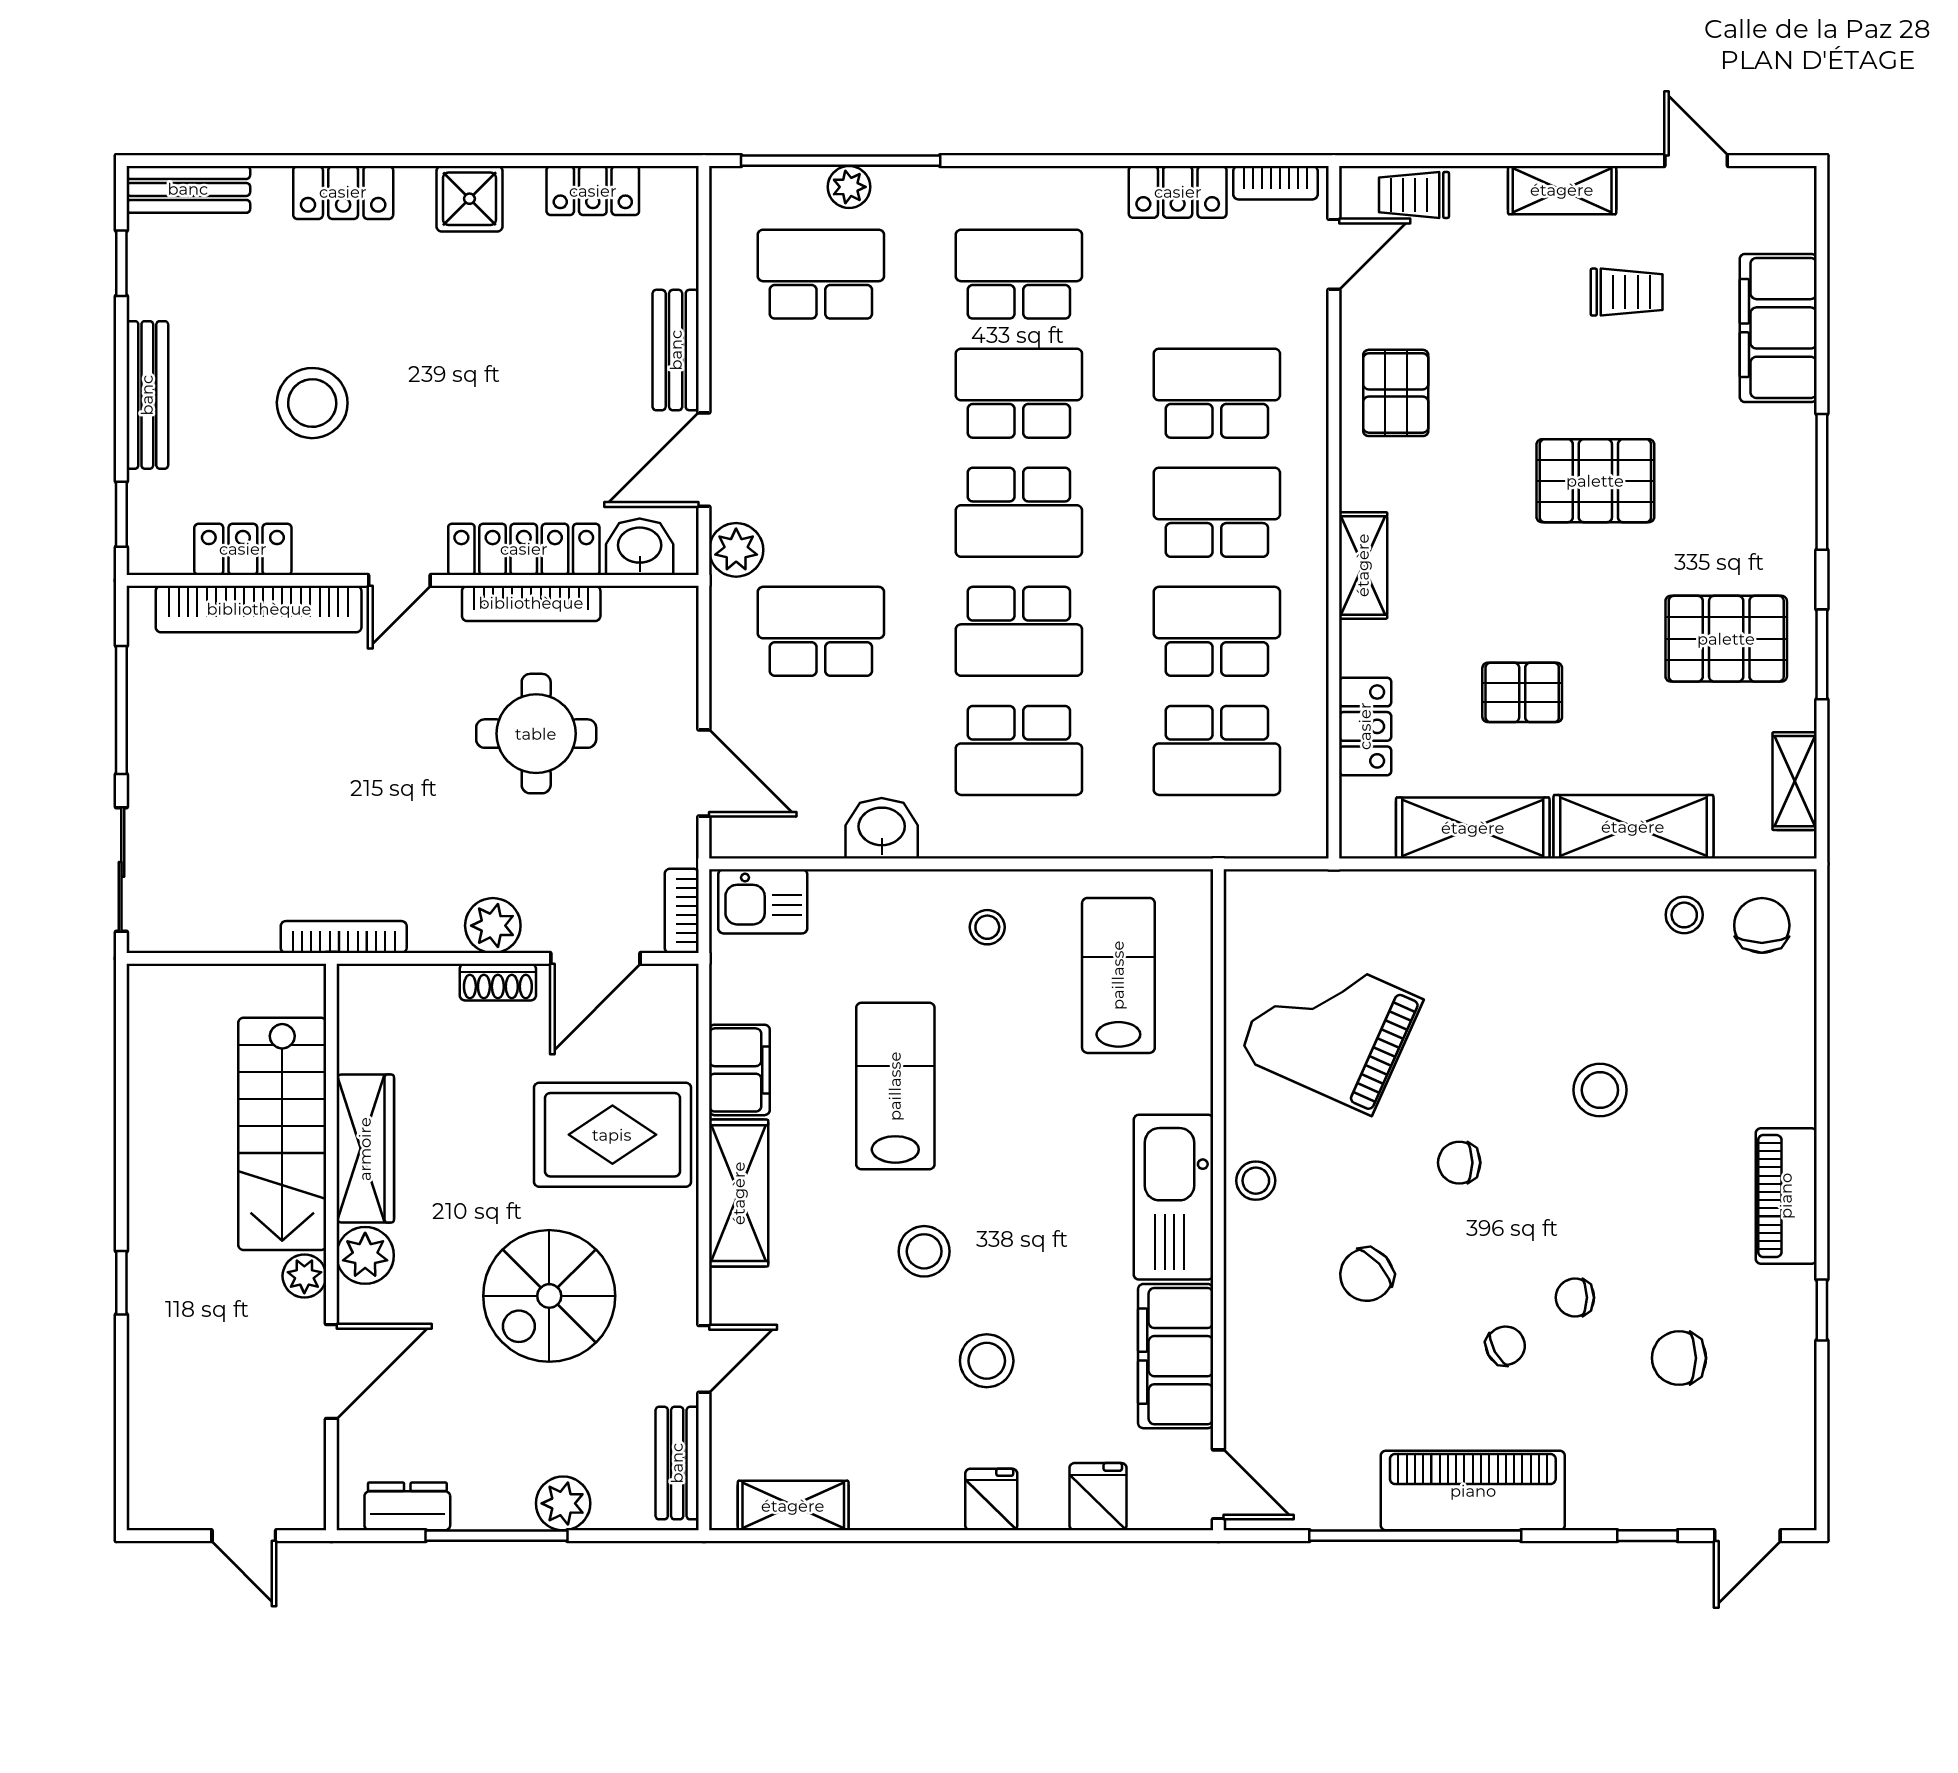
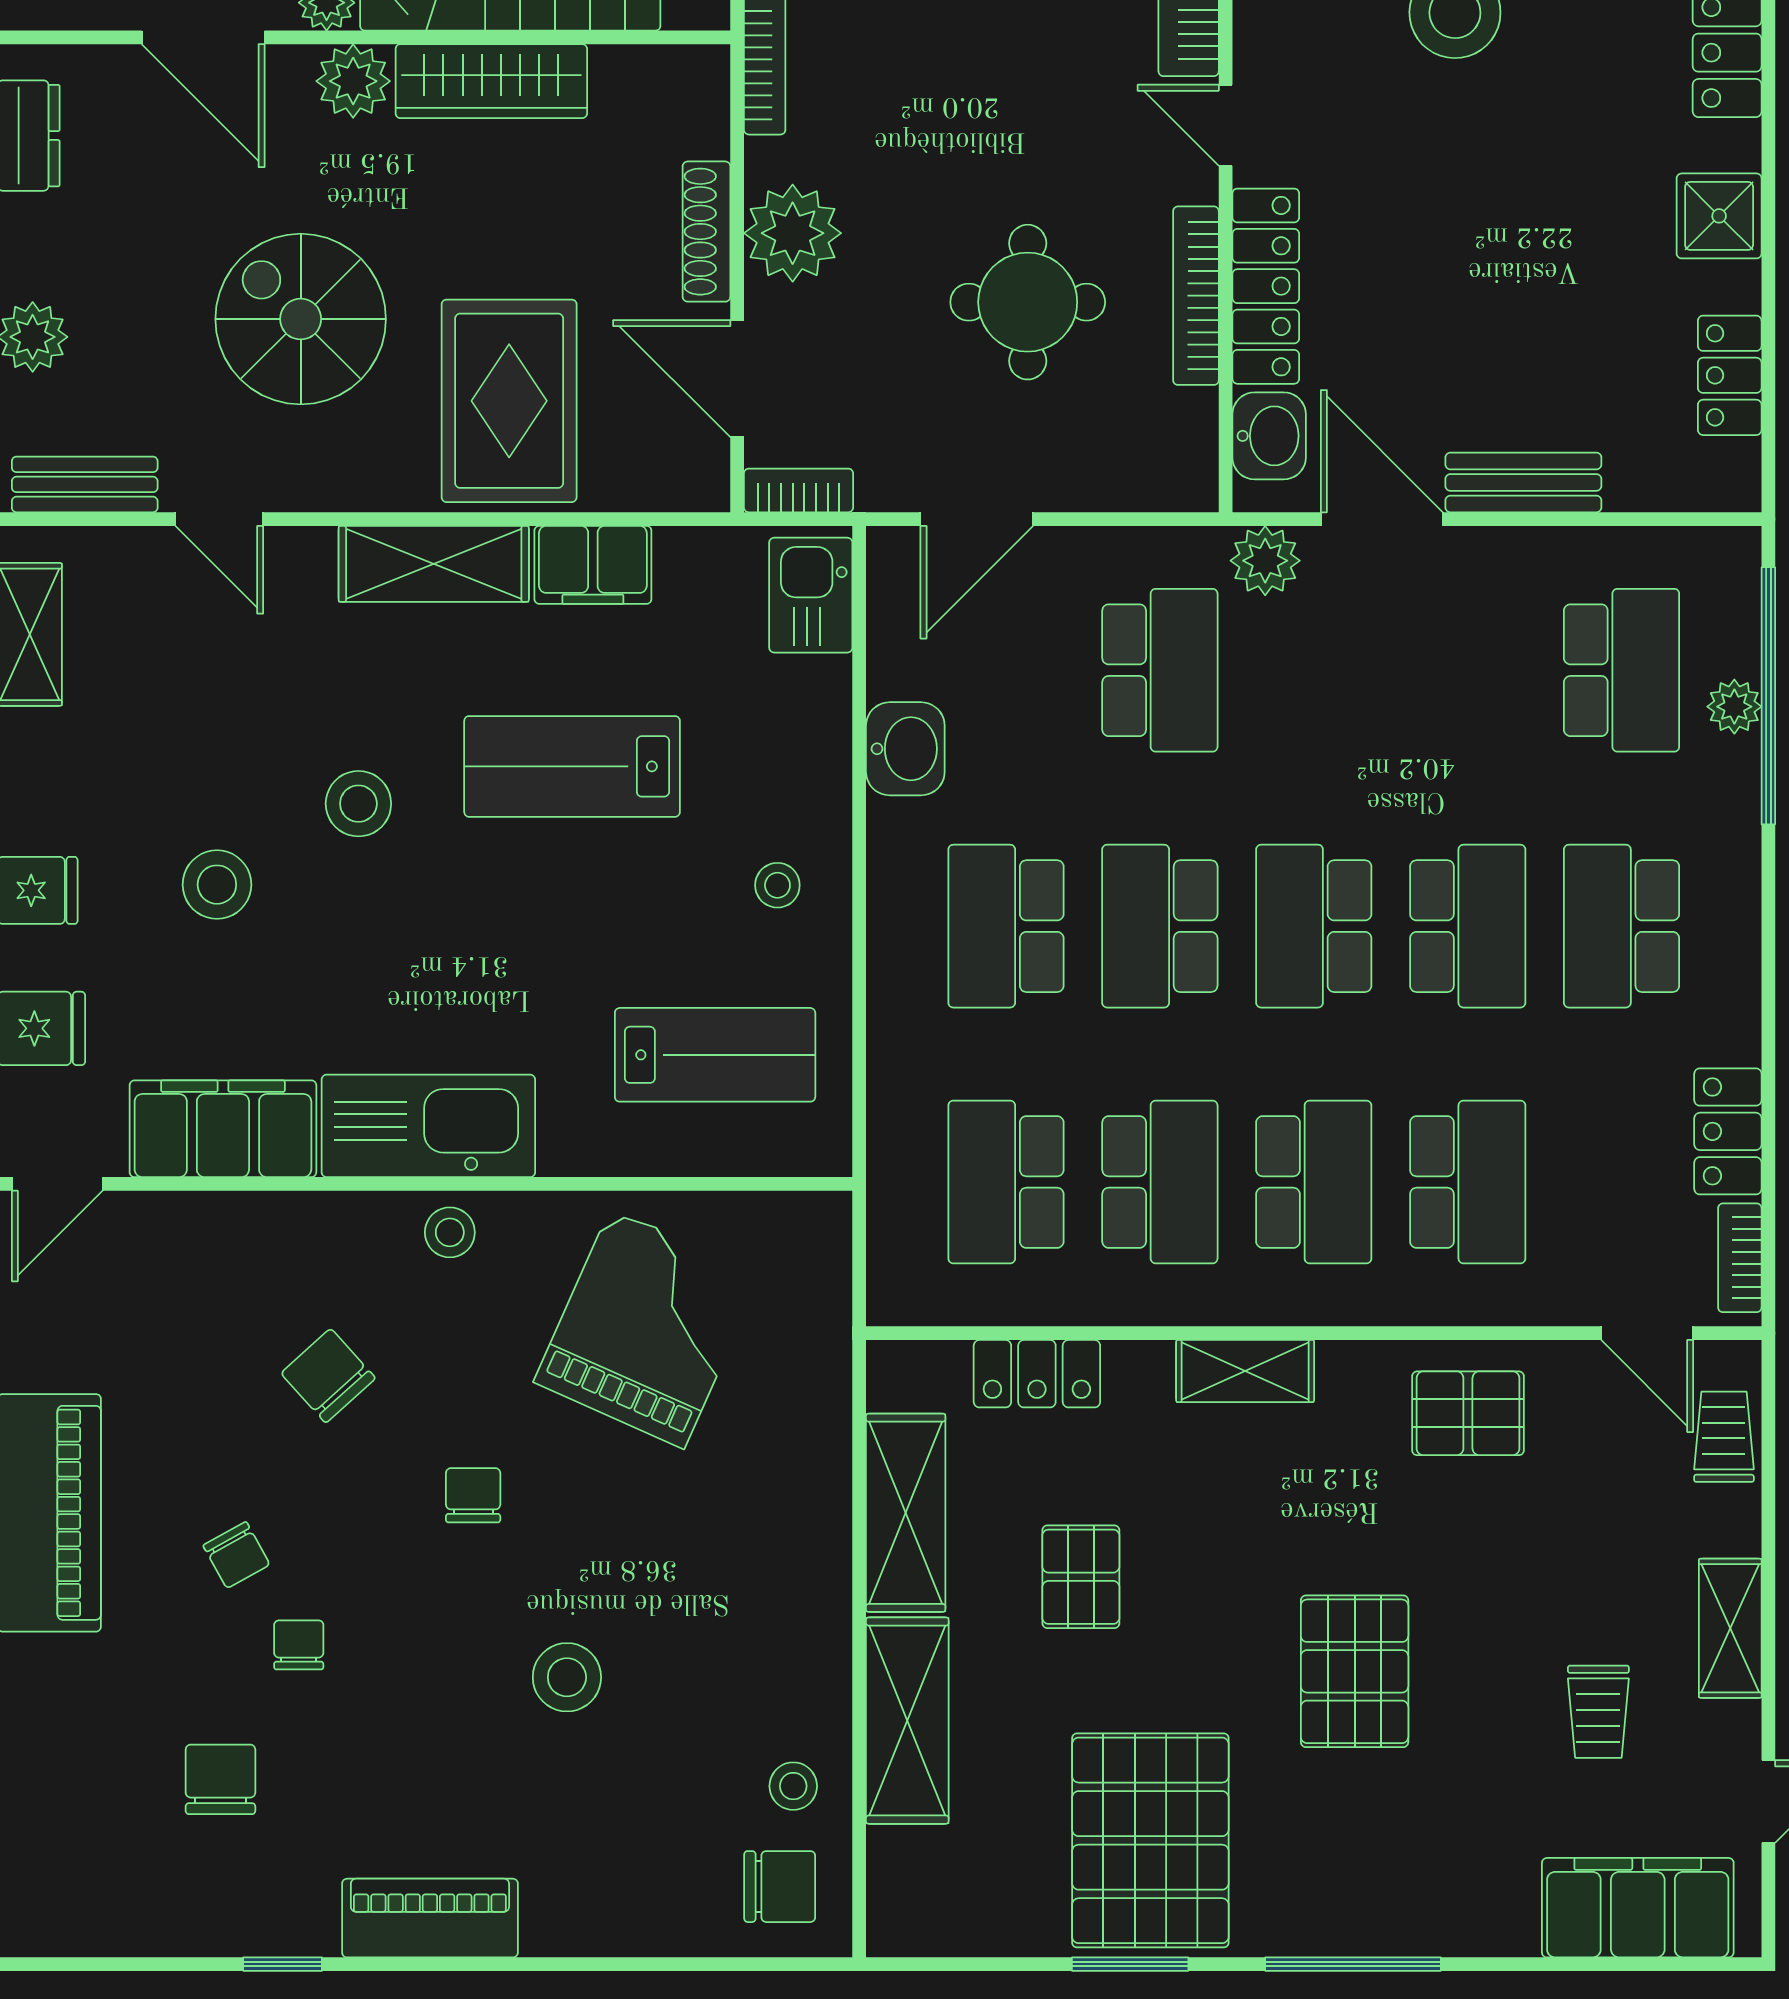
school desk: (1019, 274) -> (1622, 926), turned 180
filing cabinet: (1778, 328) -> (1638, 1908), moved
pallet: (1726, 639) -> (1150, 1840), width x1.37, depth x1.41
shelving: (1795, 781) -> (966, 1929), removed
plant: (493, 926) -> (793, 233), width x1.36, depth x1.36
shoe rack: (498, 982) -> (706, 232), width x1.43
lab bench: (895, 1086) -> (572, 766), turned 180

